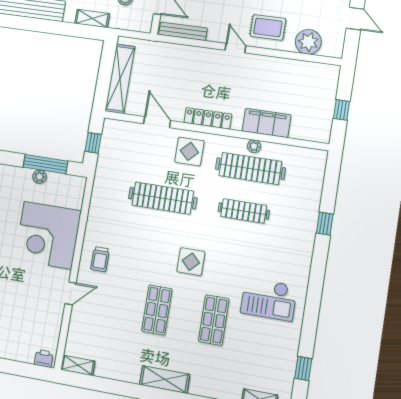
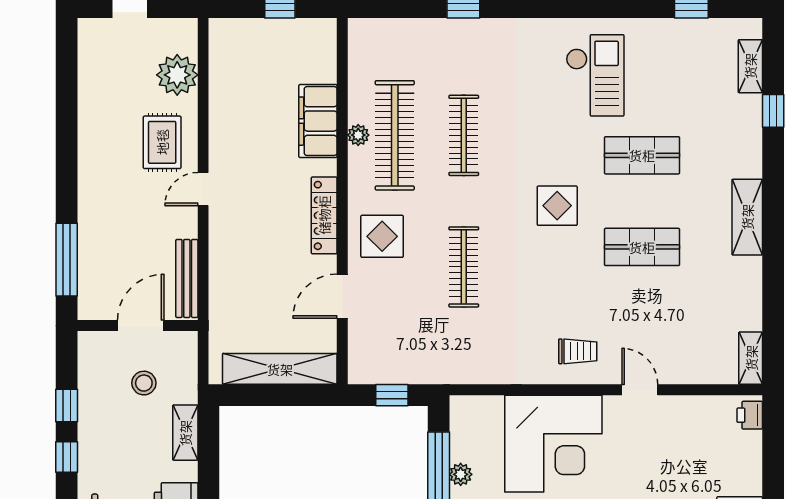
clothes rail: (163, 198) -> (464, 267), width x0.73, depth x0.76

